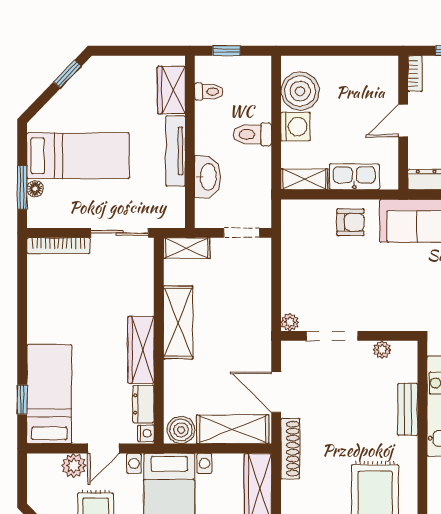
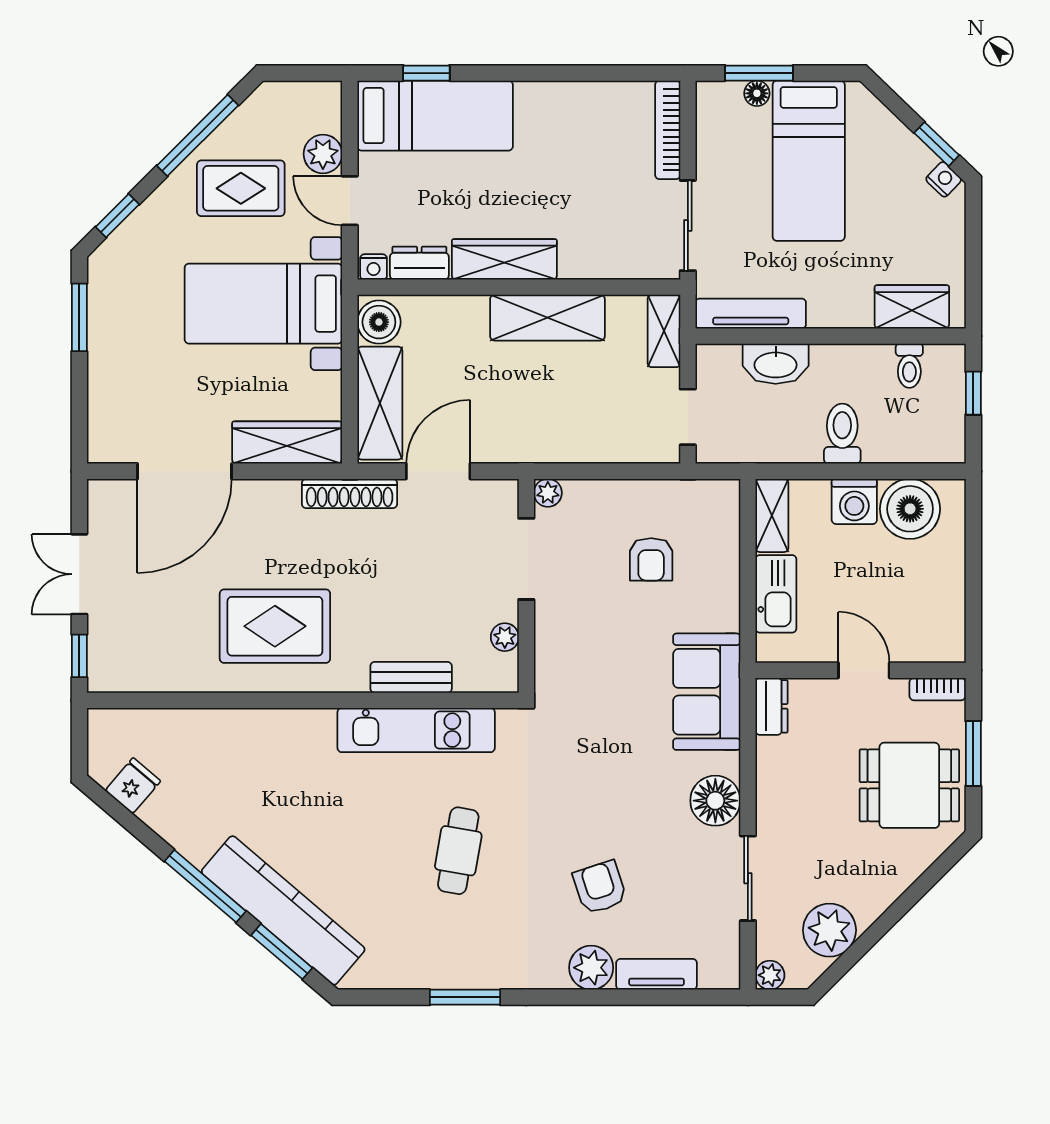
nightstand: (90, 70) -> (944, 179), added
tv unit: (176, 151) -> (751, 314), moved
armchair: (350, 222) -> (651, 559), moved

